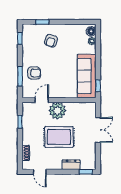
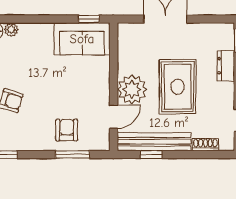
sofa: (87, 76) -> (82, 39), width x0.73
door: (42, 100) -> (114, 117), swing flipped
bench: (27, 123) -> (154, 142), added

